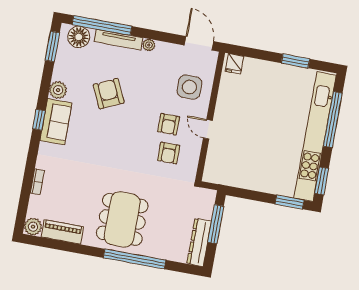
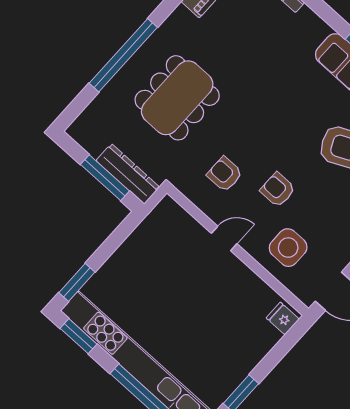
armchair: (169, 124) -> (278, 190), moved
dining table: (122, 219) -> (177, 98), moved, turned 90
dresser: (199, 242) -> (128, 174), moved

